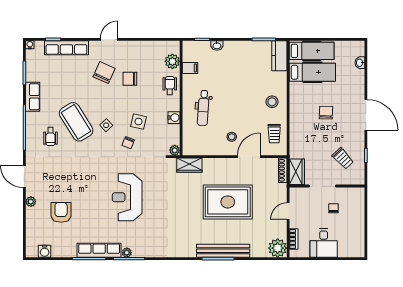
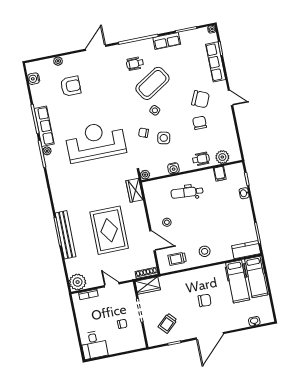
reception desk: (127, 197) -> (95, 141), width x1.36, depth x1.30
plant: (31, 202) -> (58, 61), moved
desk: (324, 243) -> (94, 345), moved, turned -90

